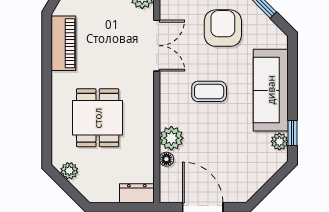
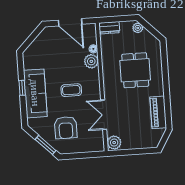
window: (292, 133) -> (22, 88), moved
plant: (279, 141) -> (28, 64), removed
plant: (69, 171) -> (138, 28), moved

